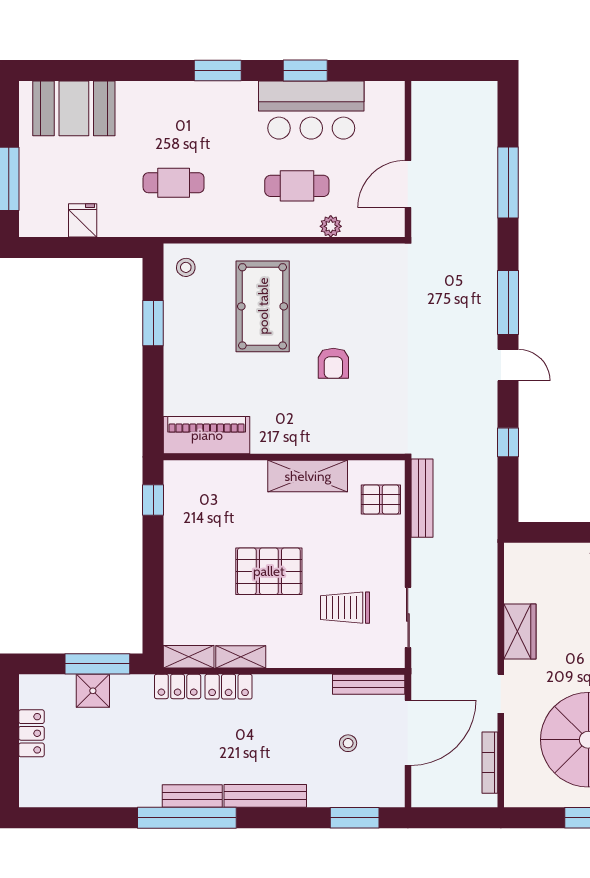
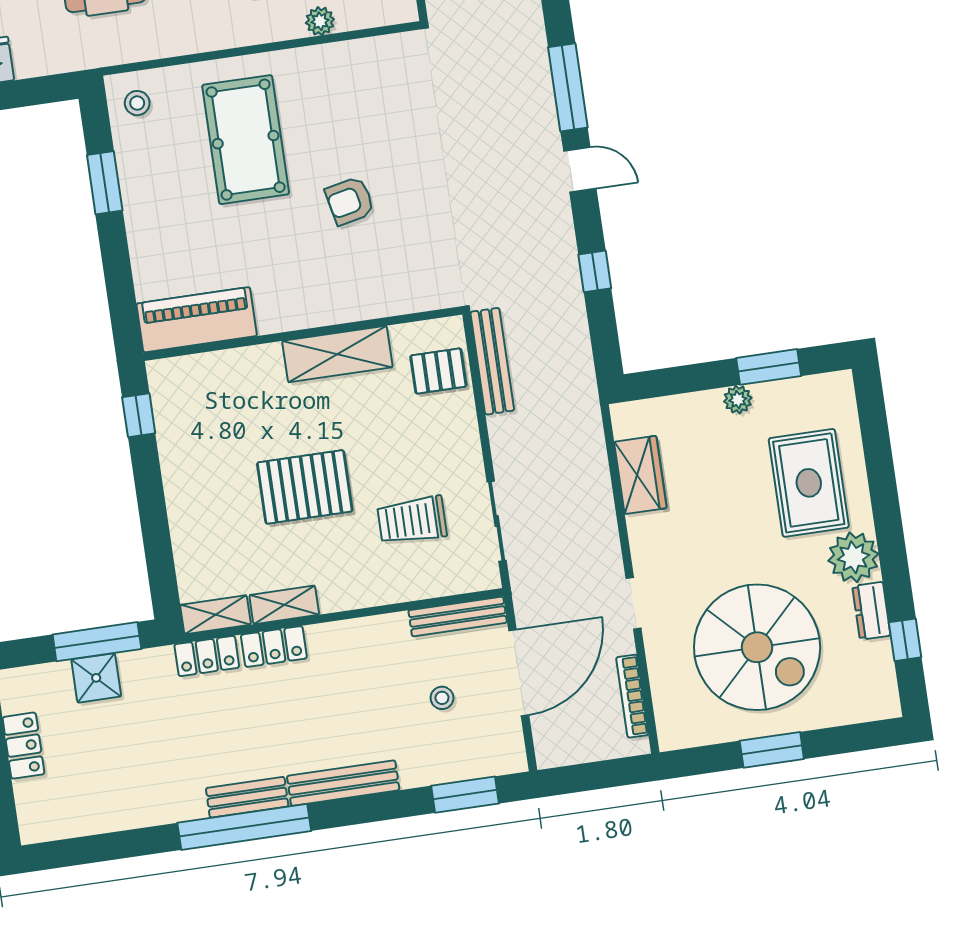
armchair: (333, 363) -> (350, 201), turned 78
wardrobe: (520, 632) -> (640, 475), moved

